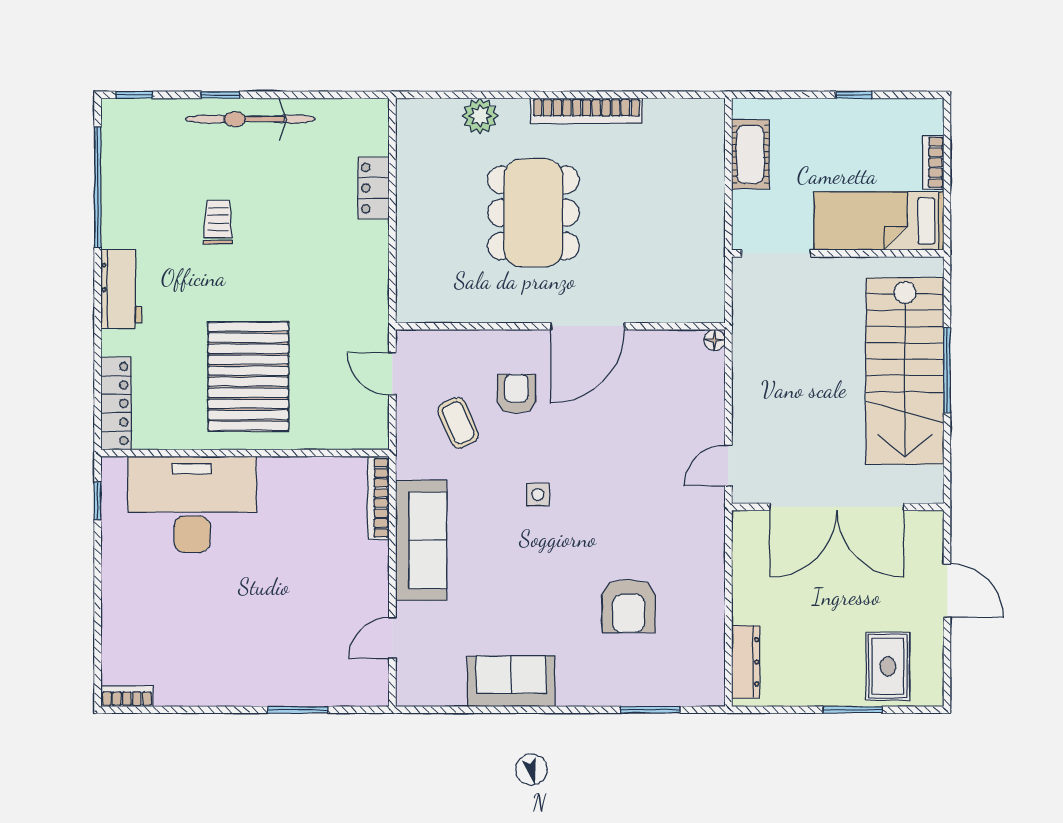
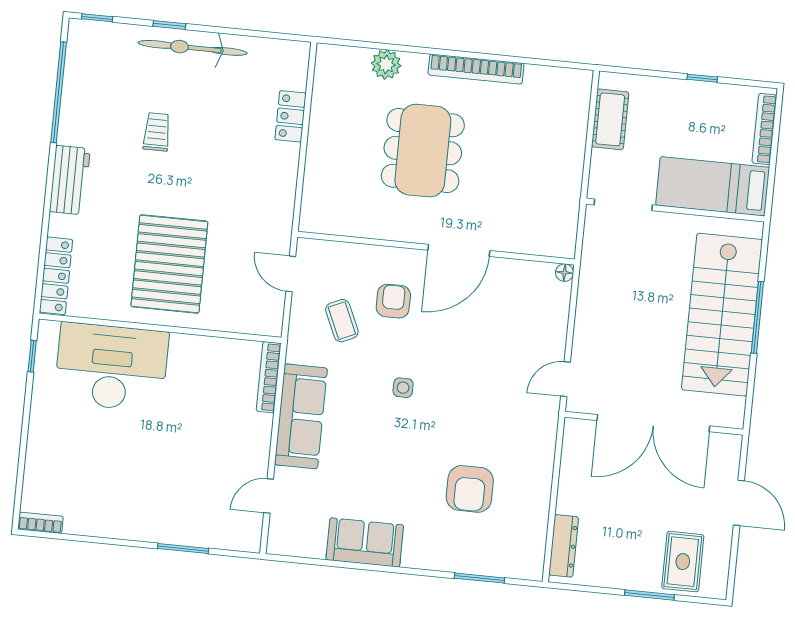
bookcase: (933, 162) -> (764, 129), width x1.56

